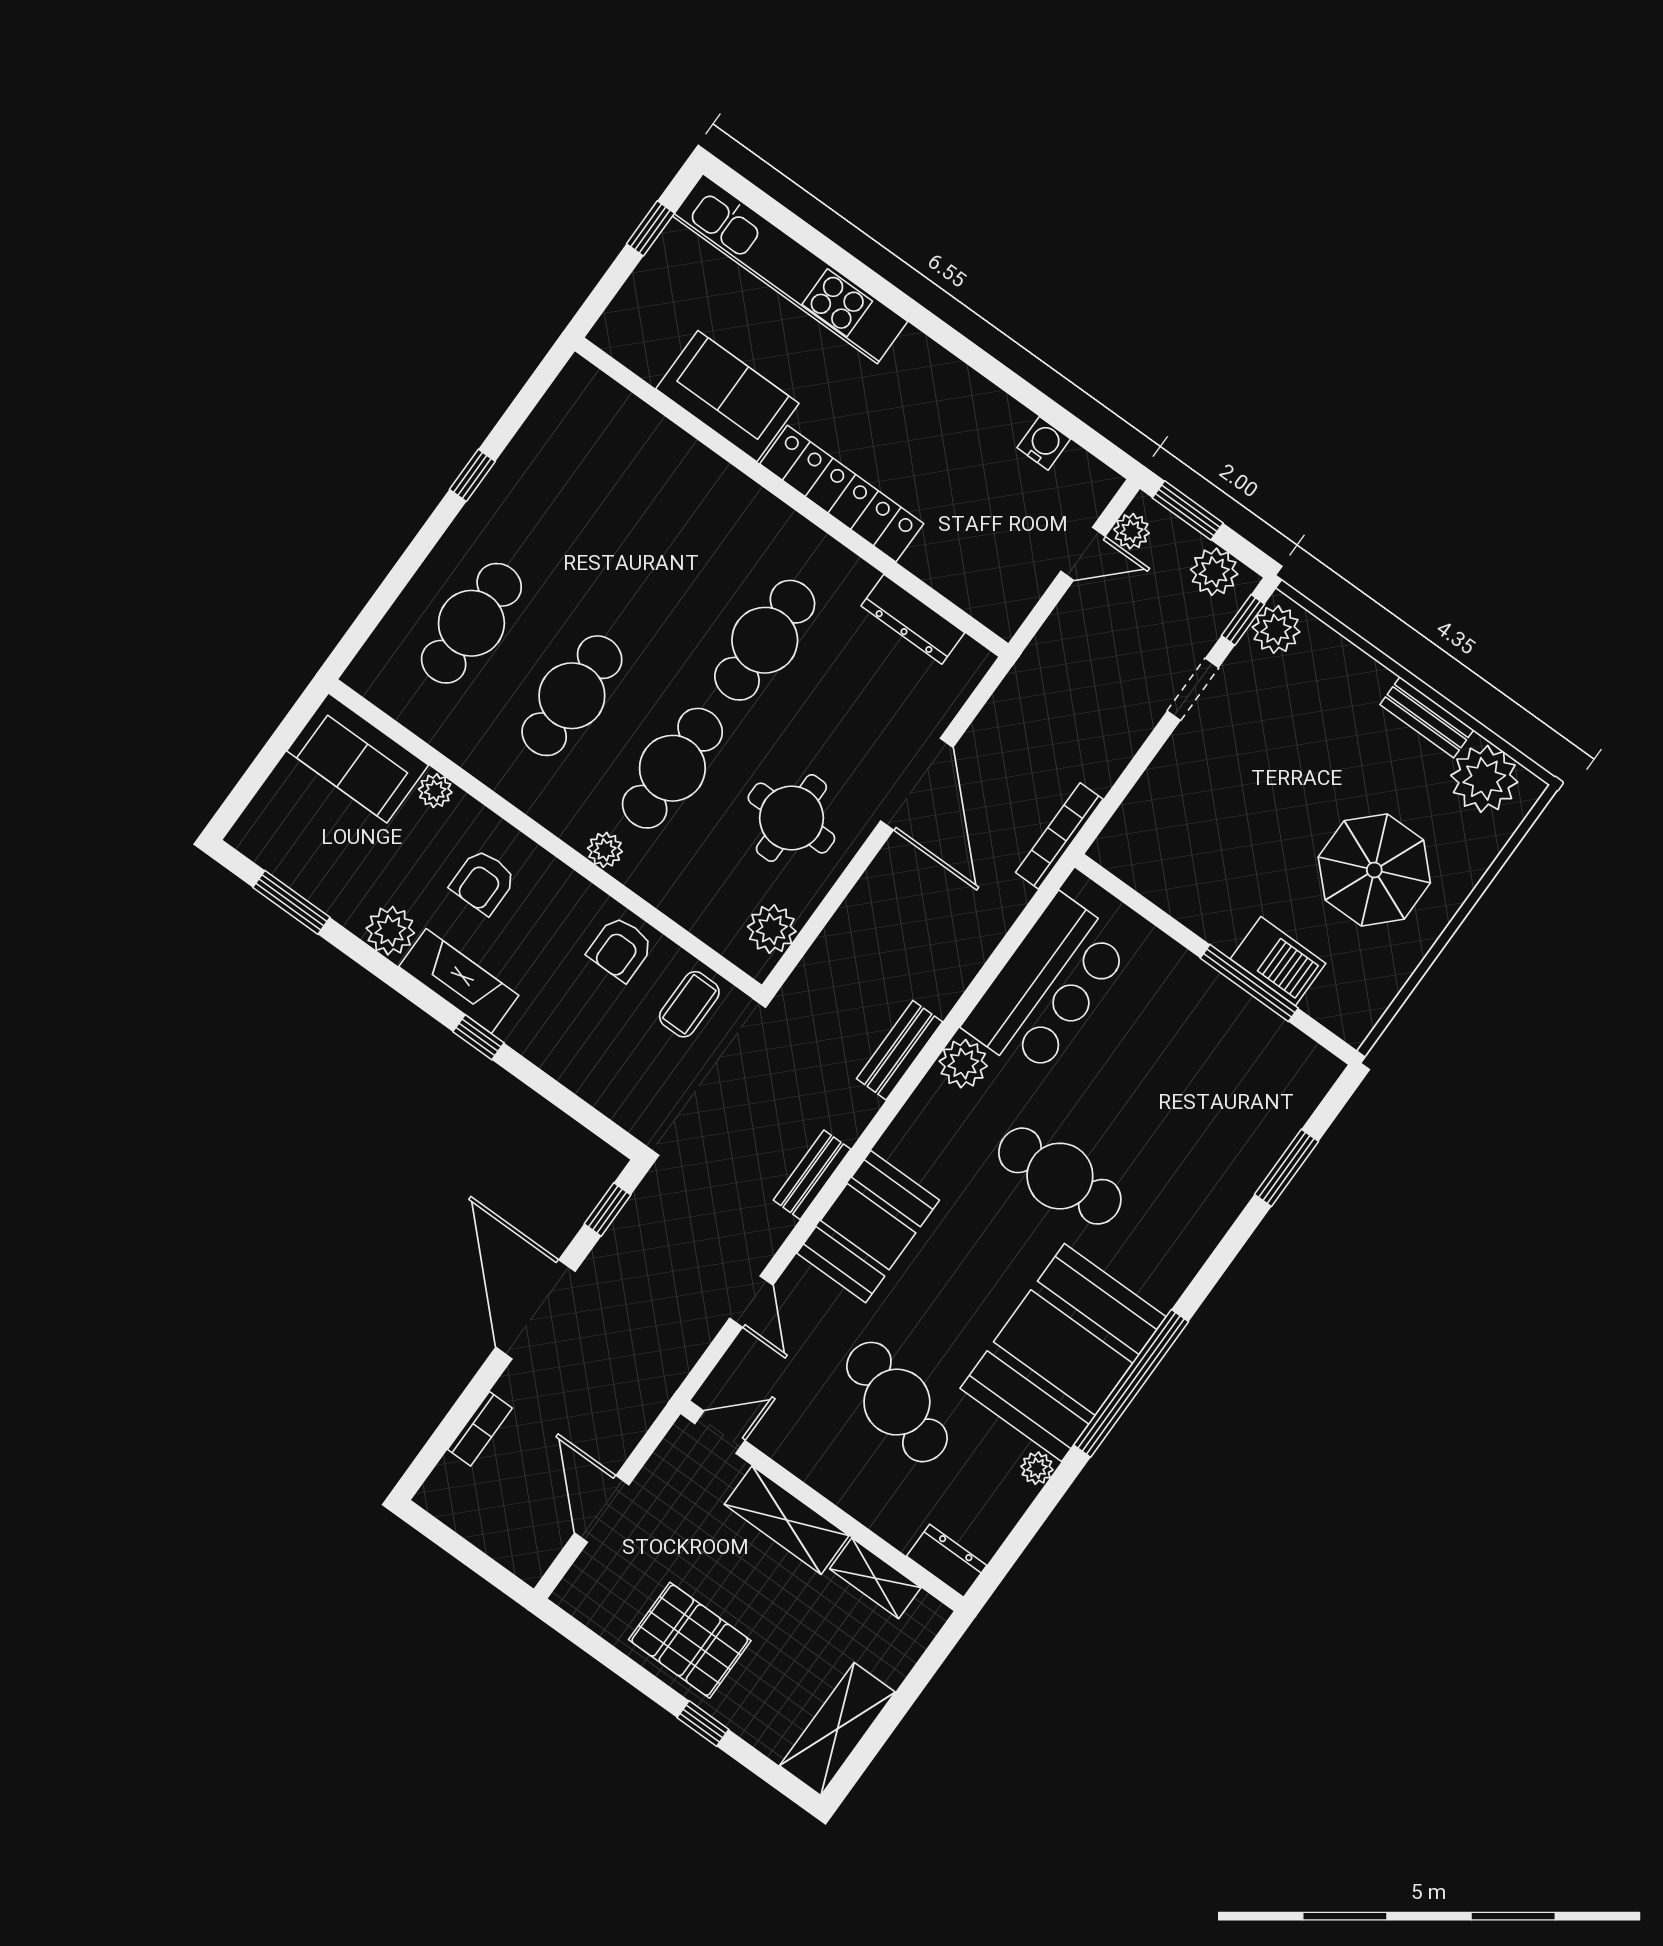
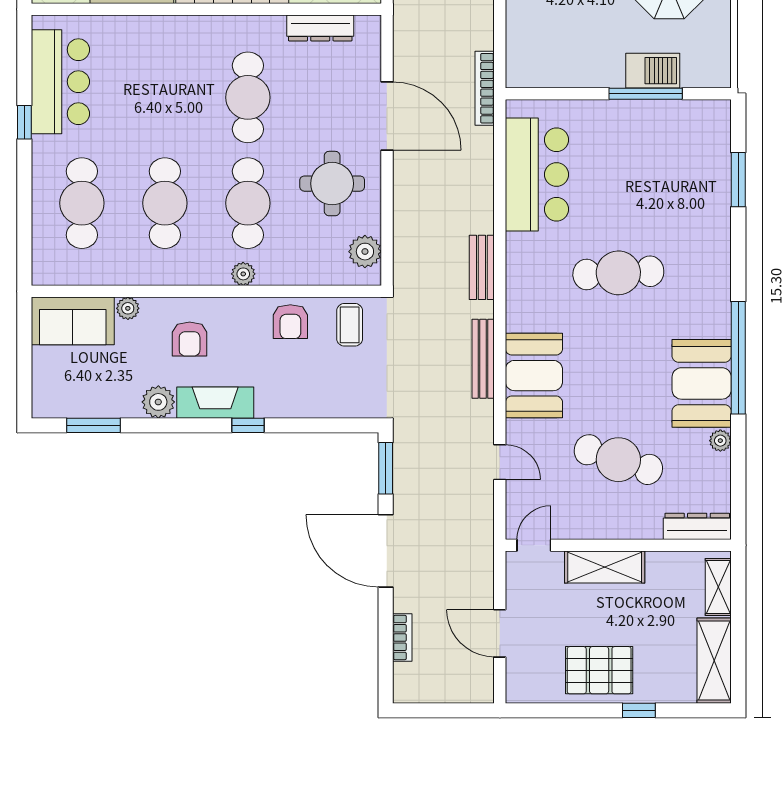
bar counter: (551, 458) -> (60, 82), added
plant: (963, 1064) -> (522, 250), removed
bench: (812, 1175) -> (483, 359), width x1.36
window: (608, 1209) -> (386, 468), width x1.50
booth: (1063, 1353) -> (702, 383), width x0.73, depth x0.70
dresser: (947, 1561) -> (697, 526), width x1.44
shelving: (875, 1578) -> (718, 587), moved, turned 90

